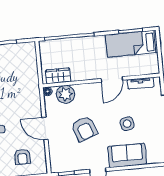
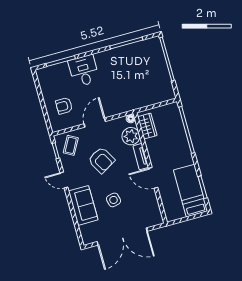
tv unit: (141, 83) -> (141, 157), moved
armchair: (84, 129) -> (101, 160), turned -100
coffee table: (64, 157) -> (71, 145), added

